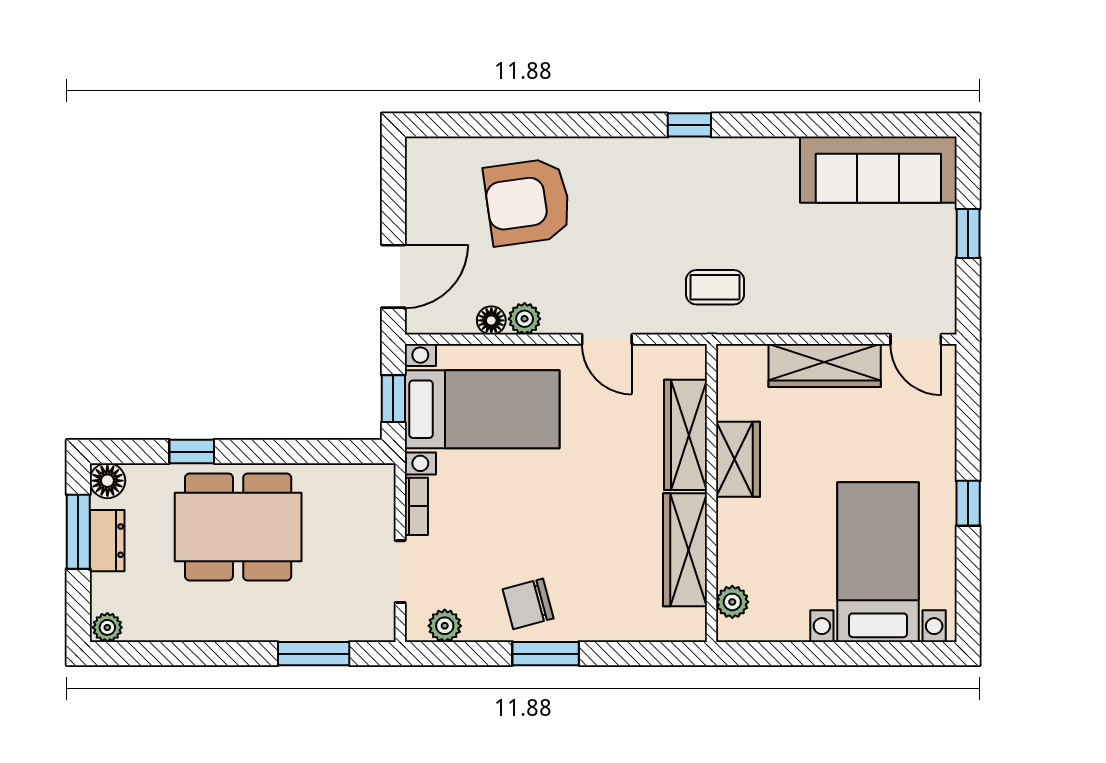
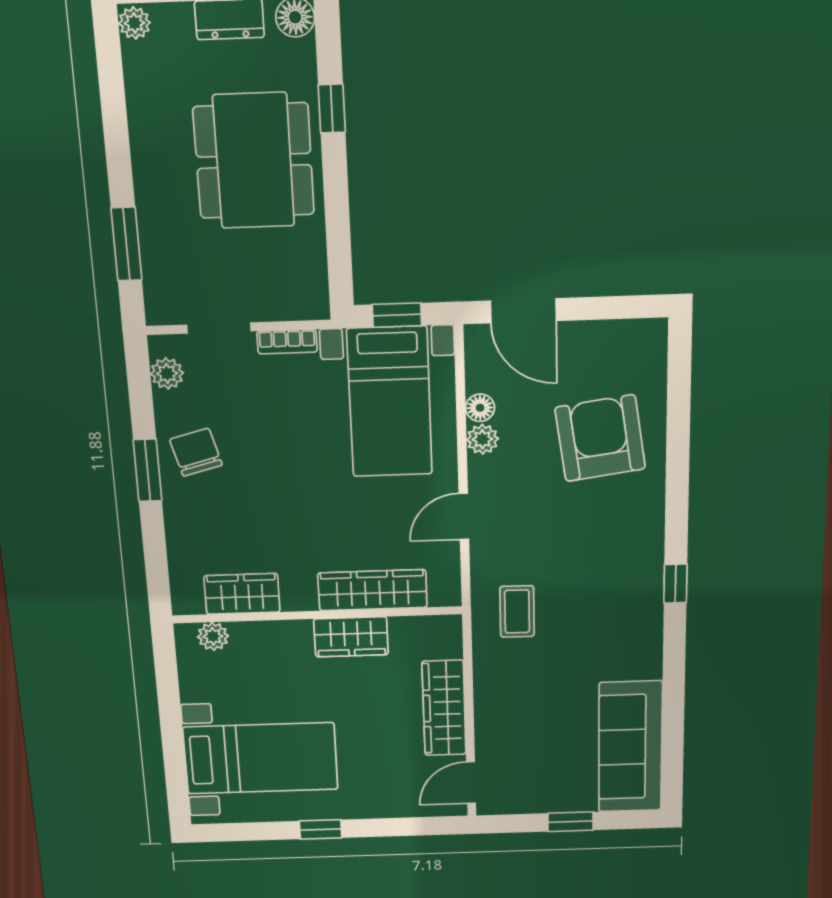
wardrobe: (685, 550) -> (242, 594), width x0.67

